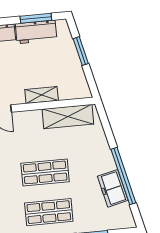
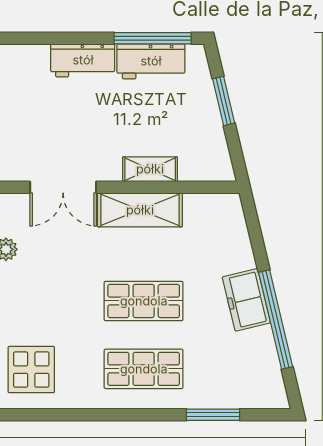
window: (36, 18) -> (153, 38), width x1.44
shelving: (68, 116) -> (140, 210), moved
freezer: (113, 188) -> (246, 300), moved

